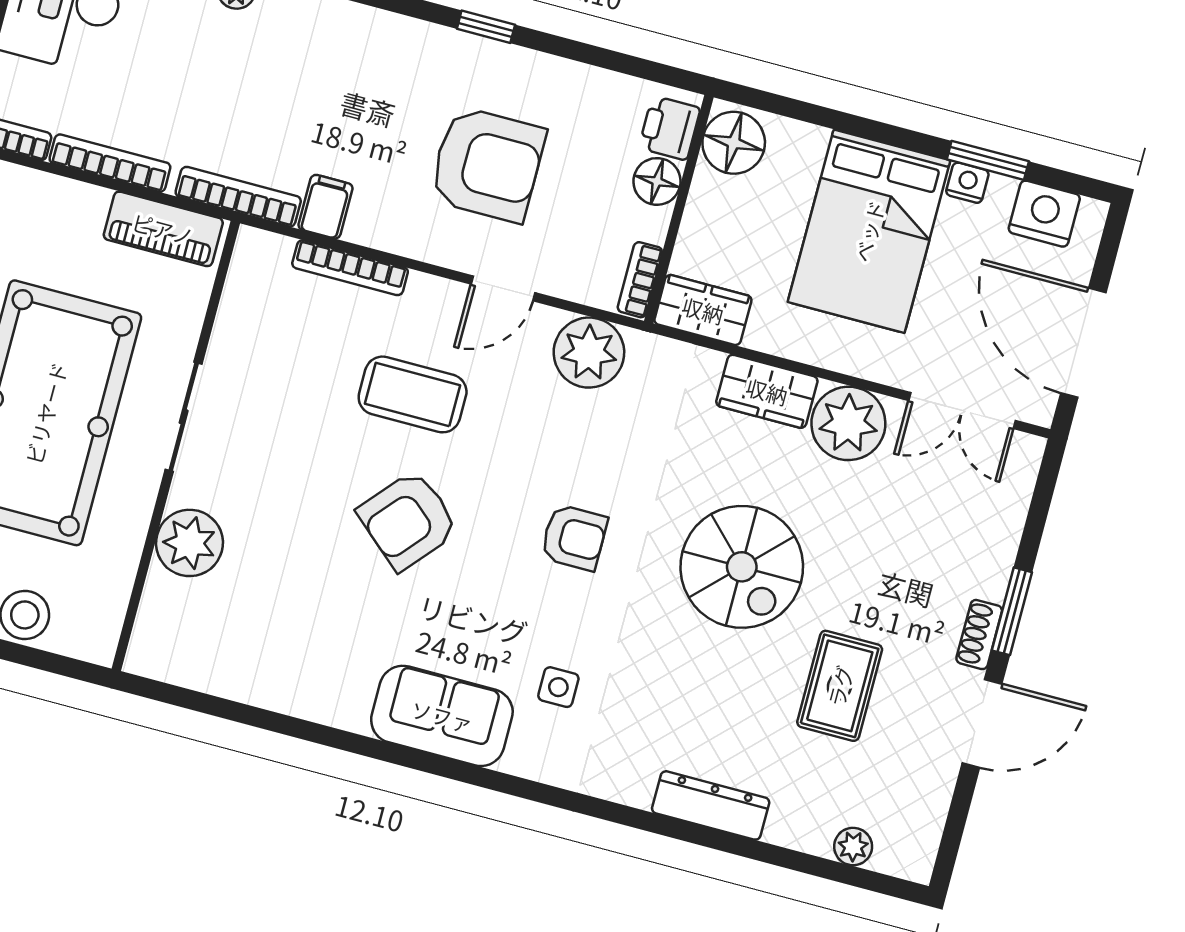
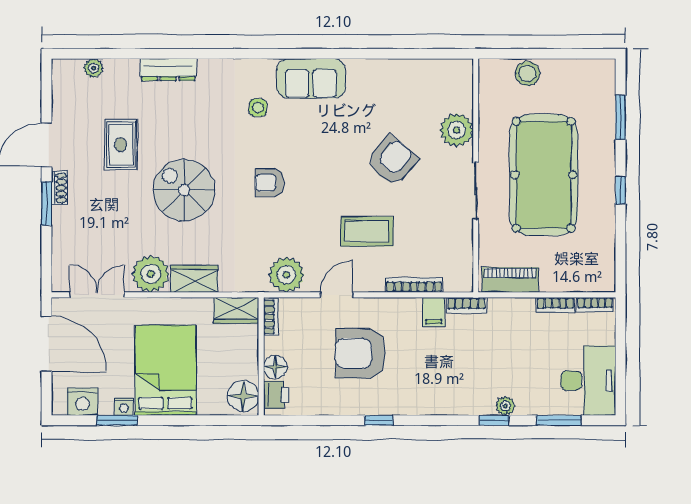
bookcase: (110, 163) -> (555, 305), width x0.64
bookcase: (238, 197) -> (467, 305), width x0.64
armchair: (408, 520) -> (392, 161), moved

